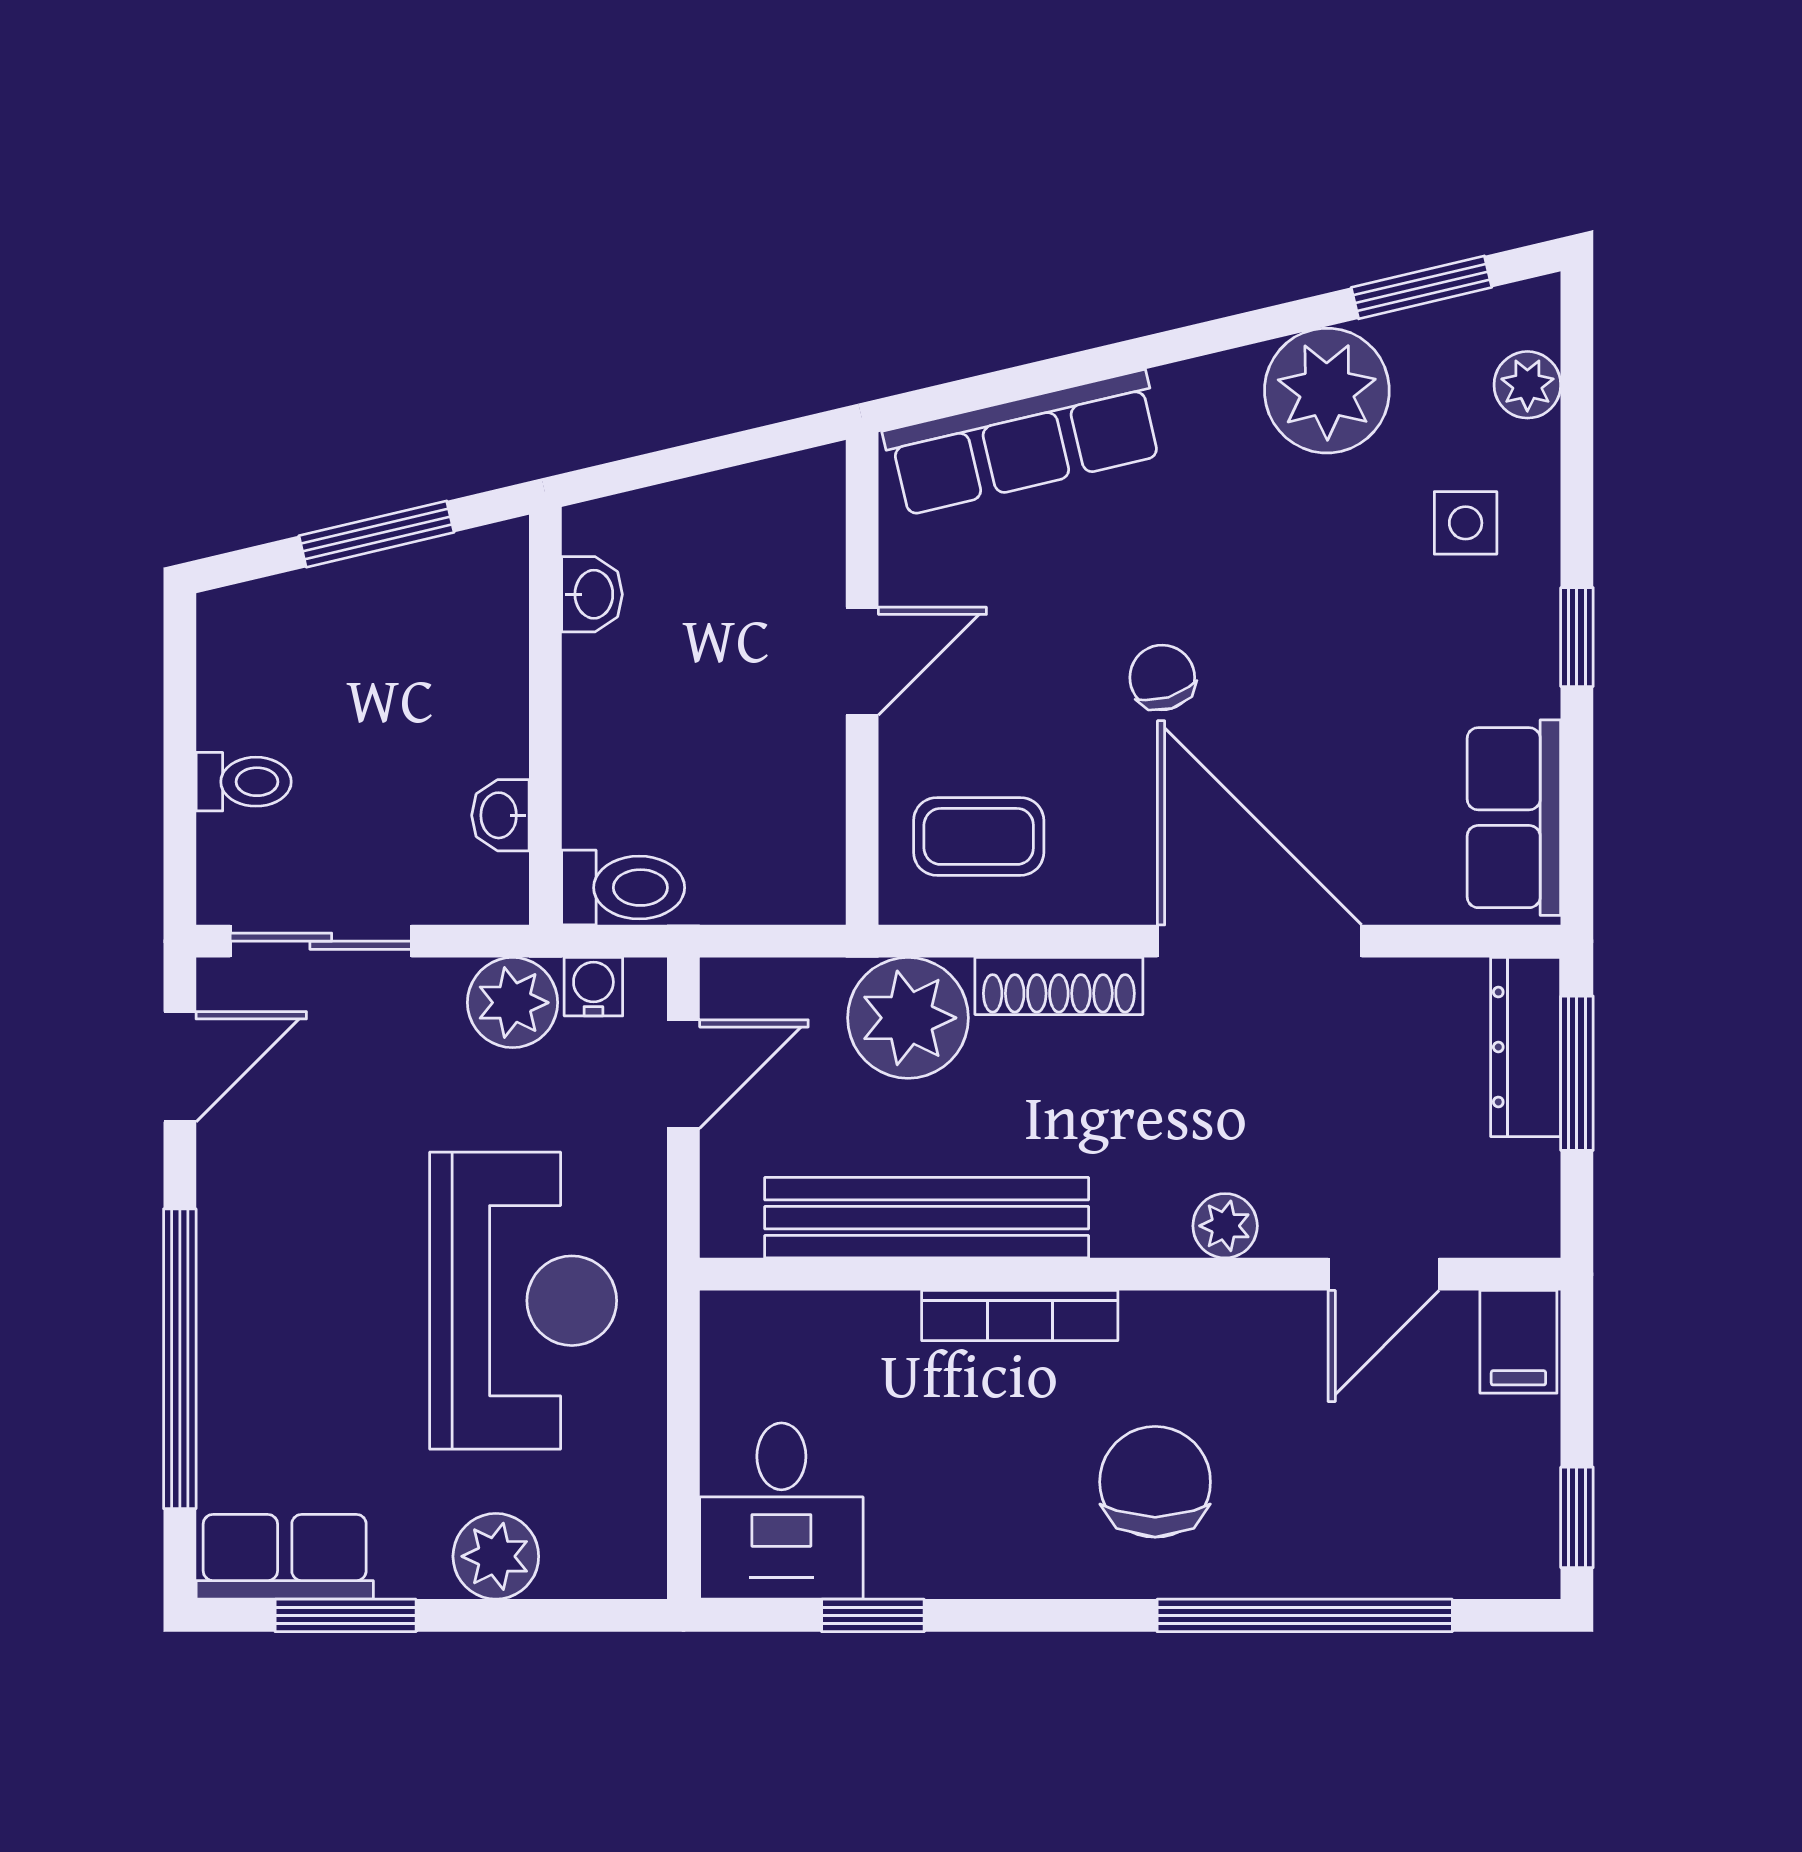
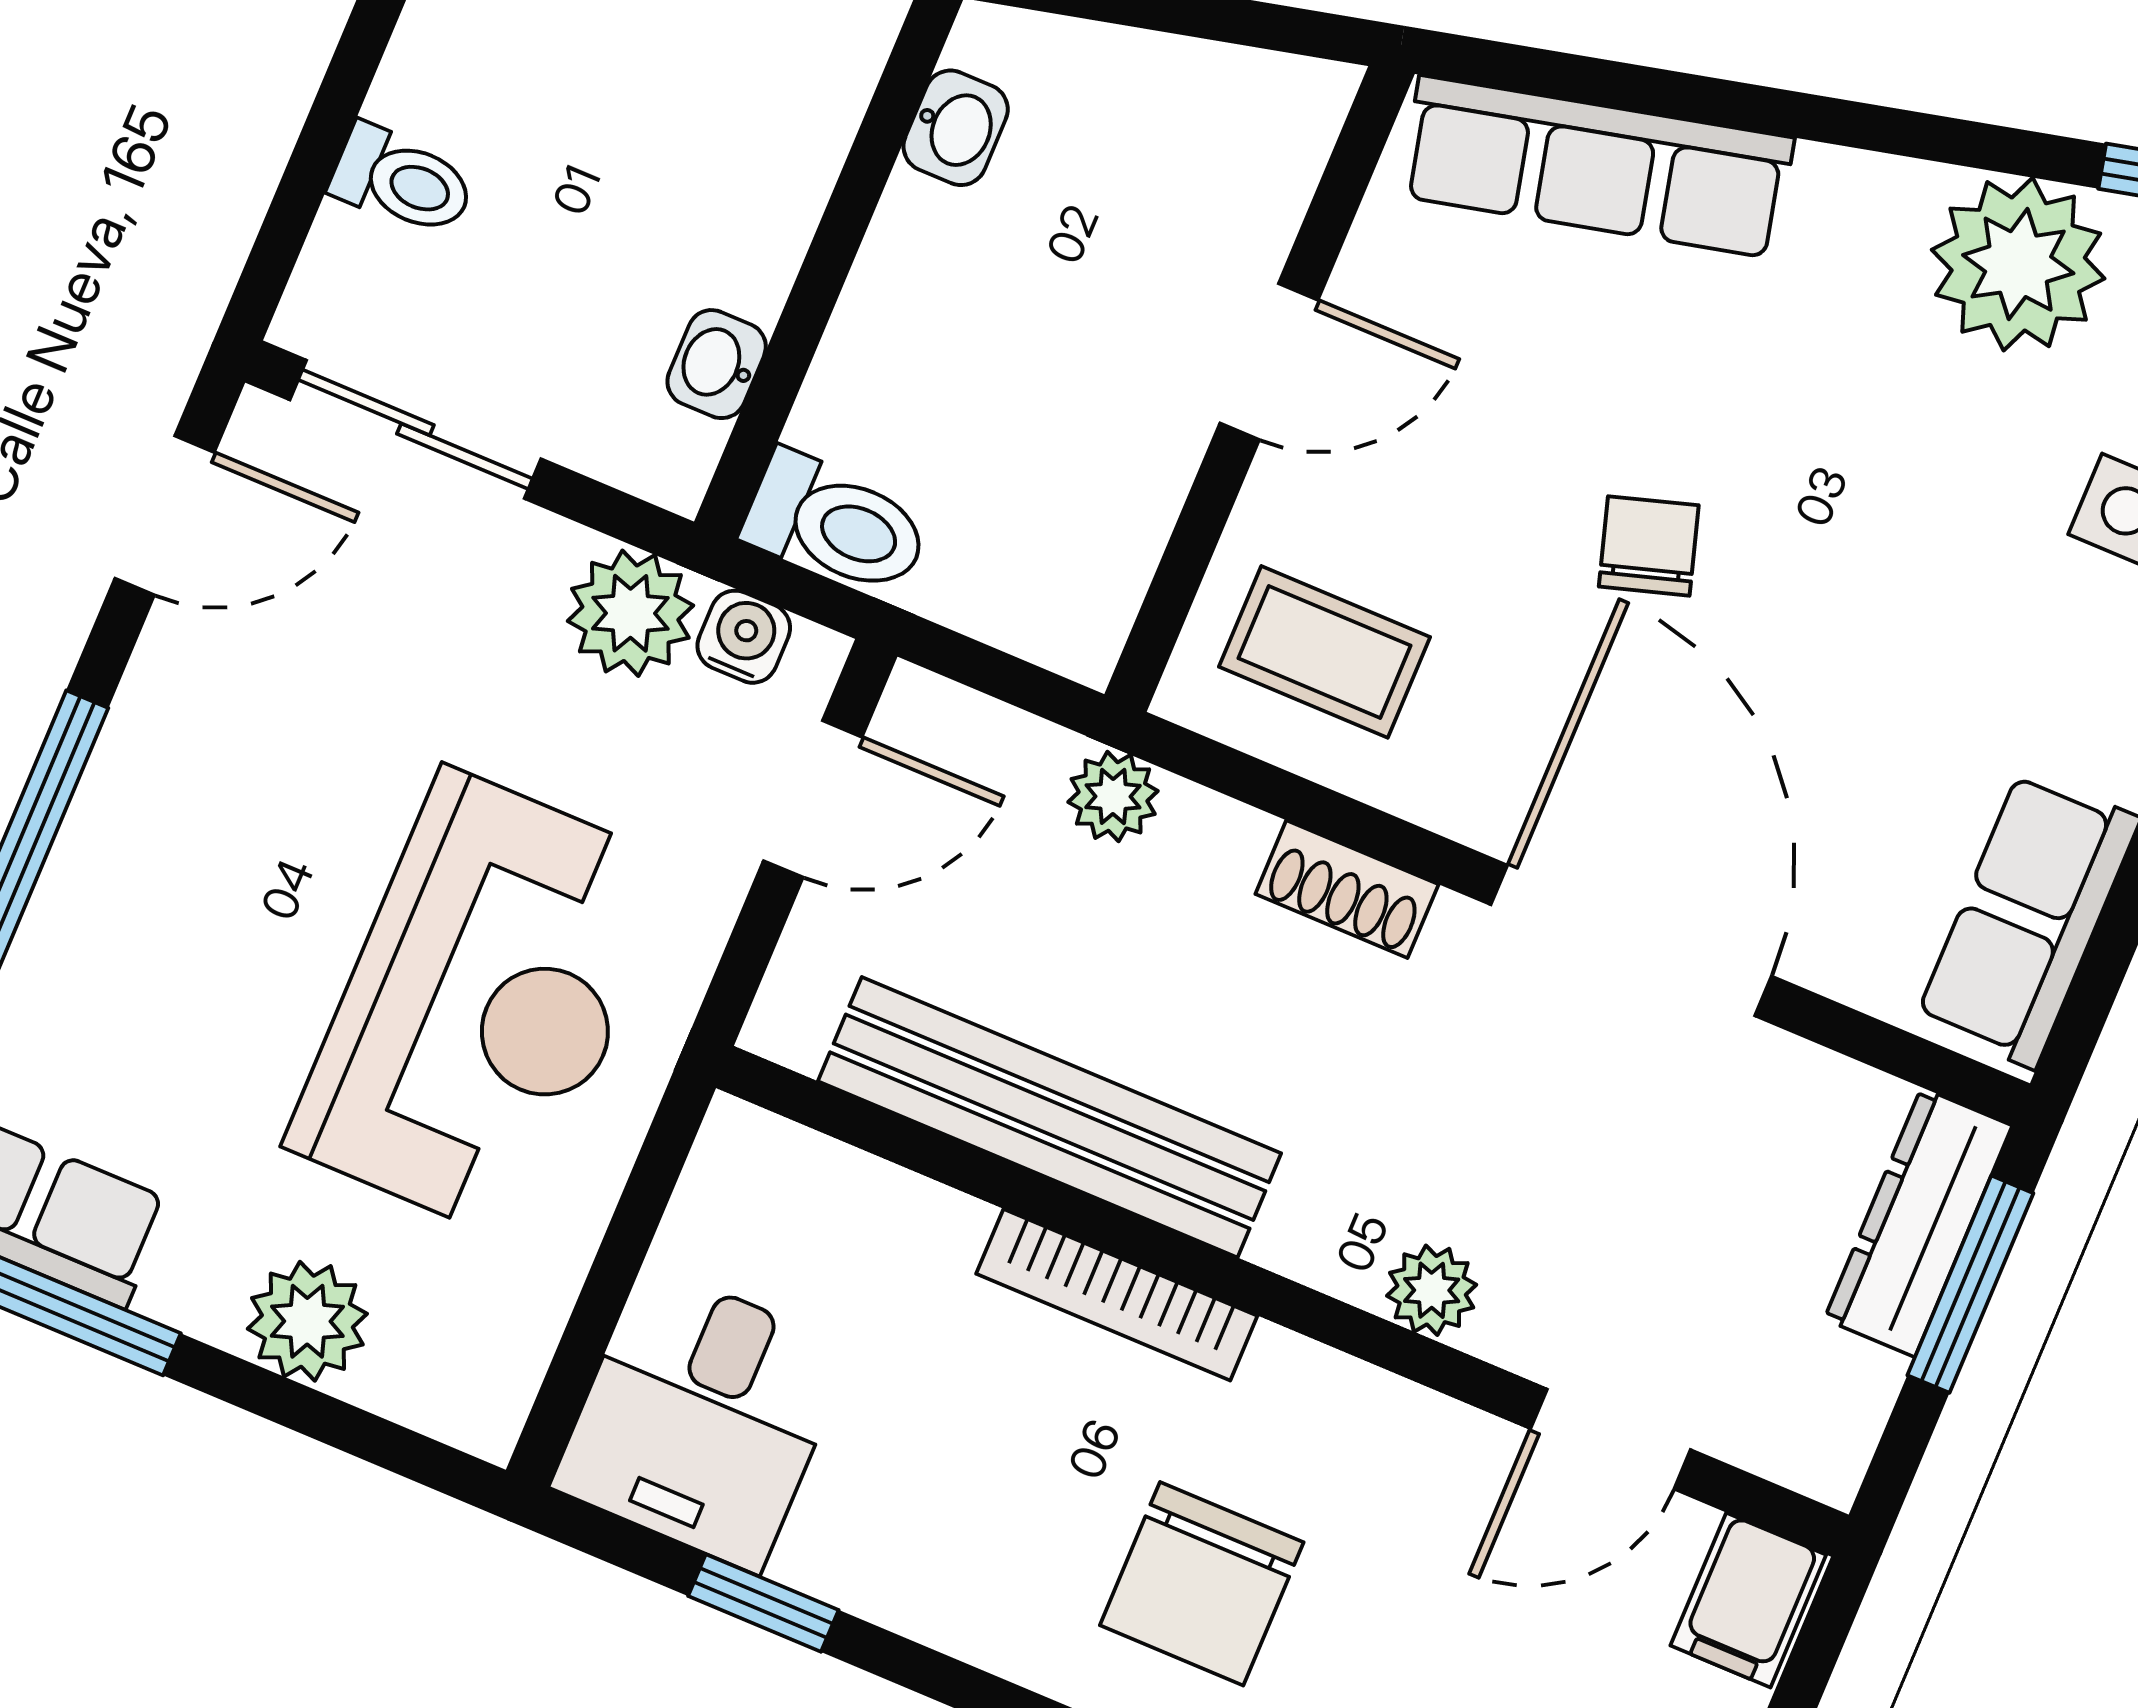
shoe rack: (1059, 986) -> (1347, 889), width x0.70
plant: (908, 1018) -> (1113, 796), width x0.53, depth x0.53
chair: (1155, 1482) -> (1202, 1584), turned 180

